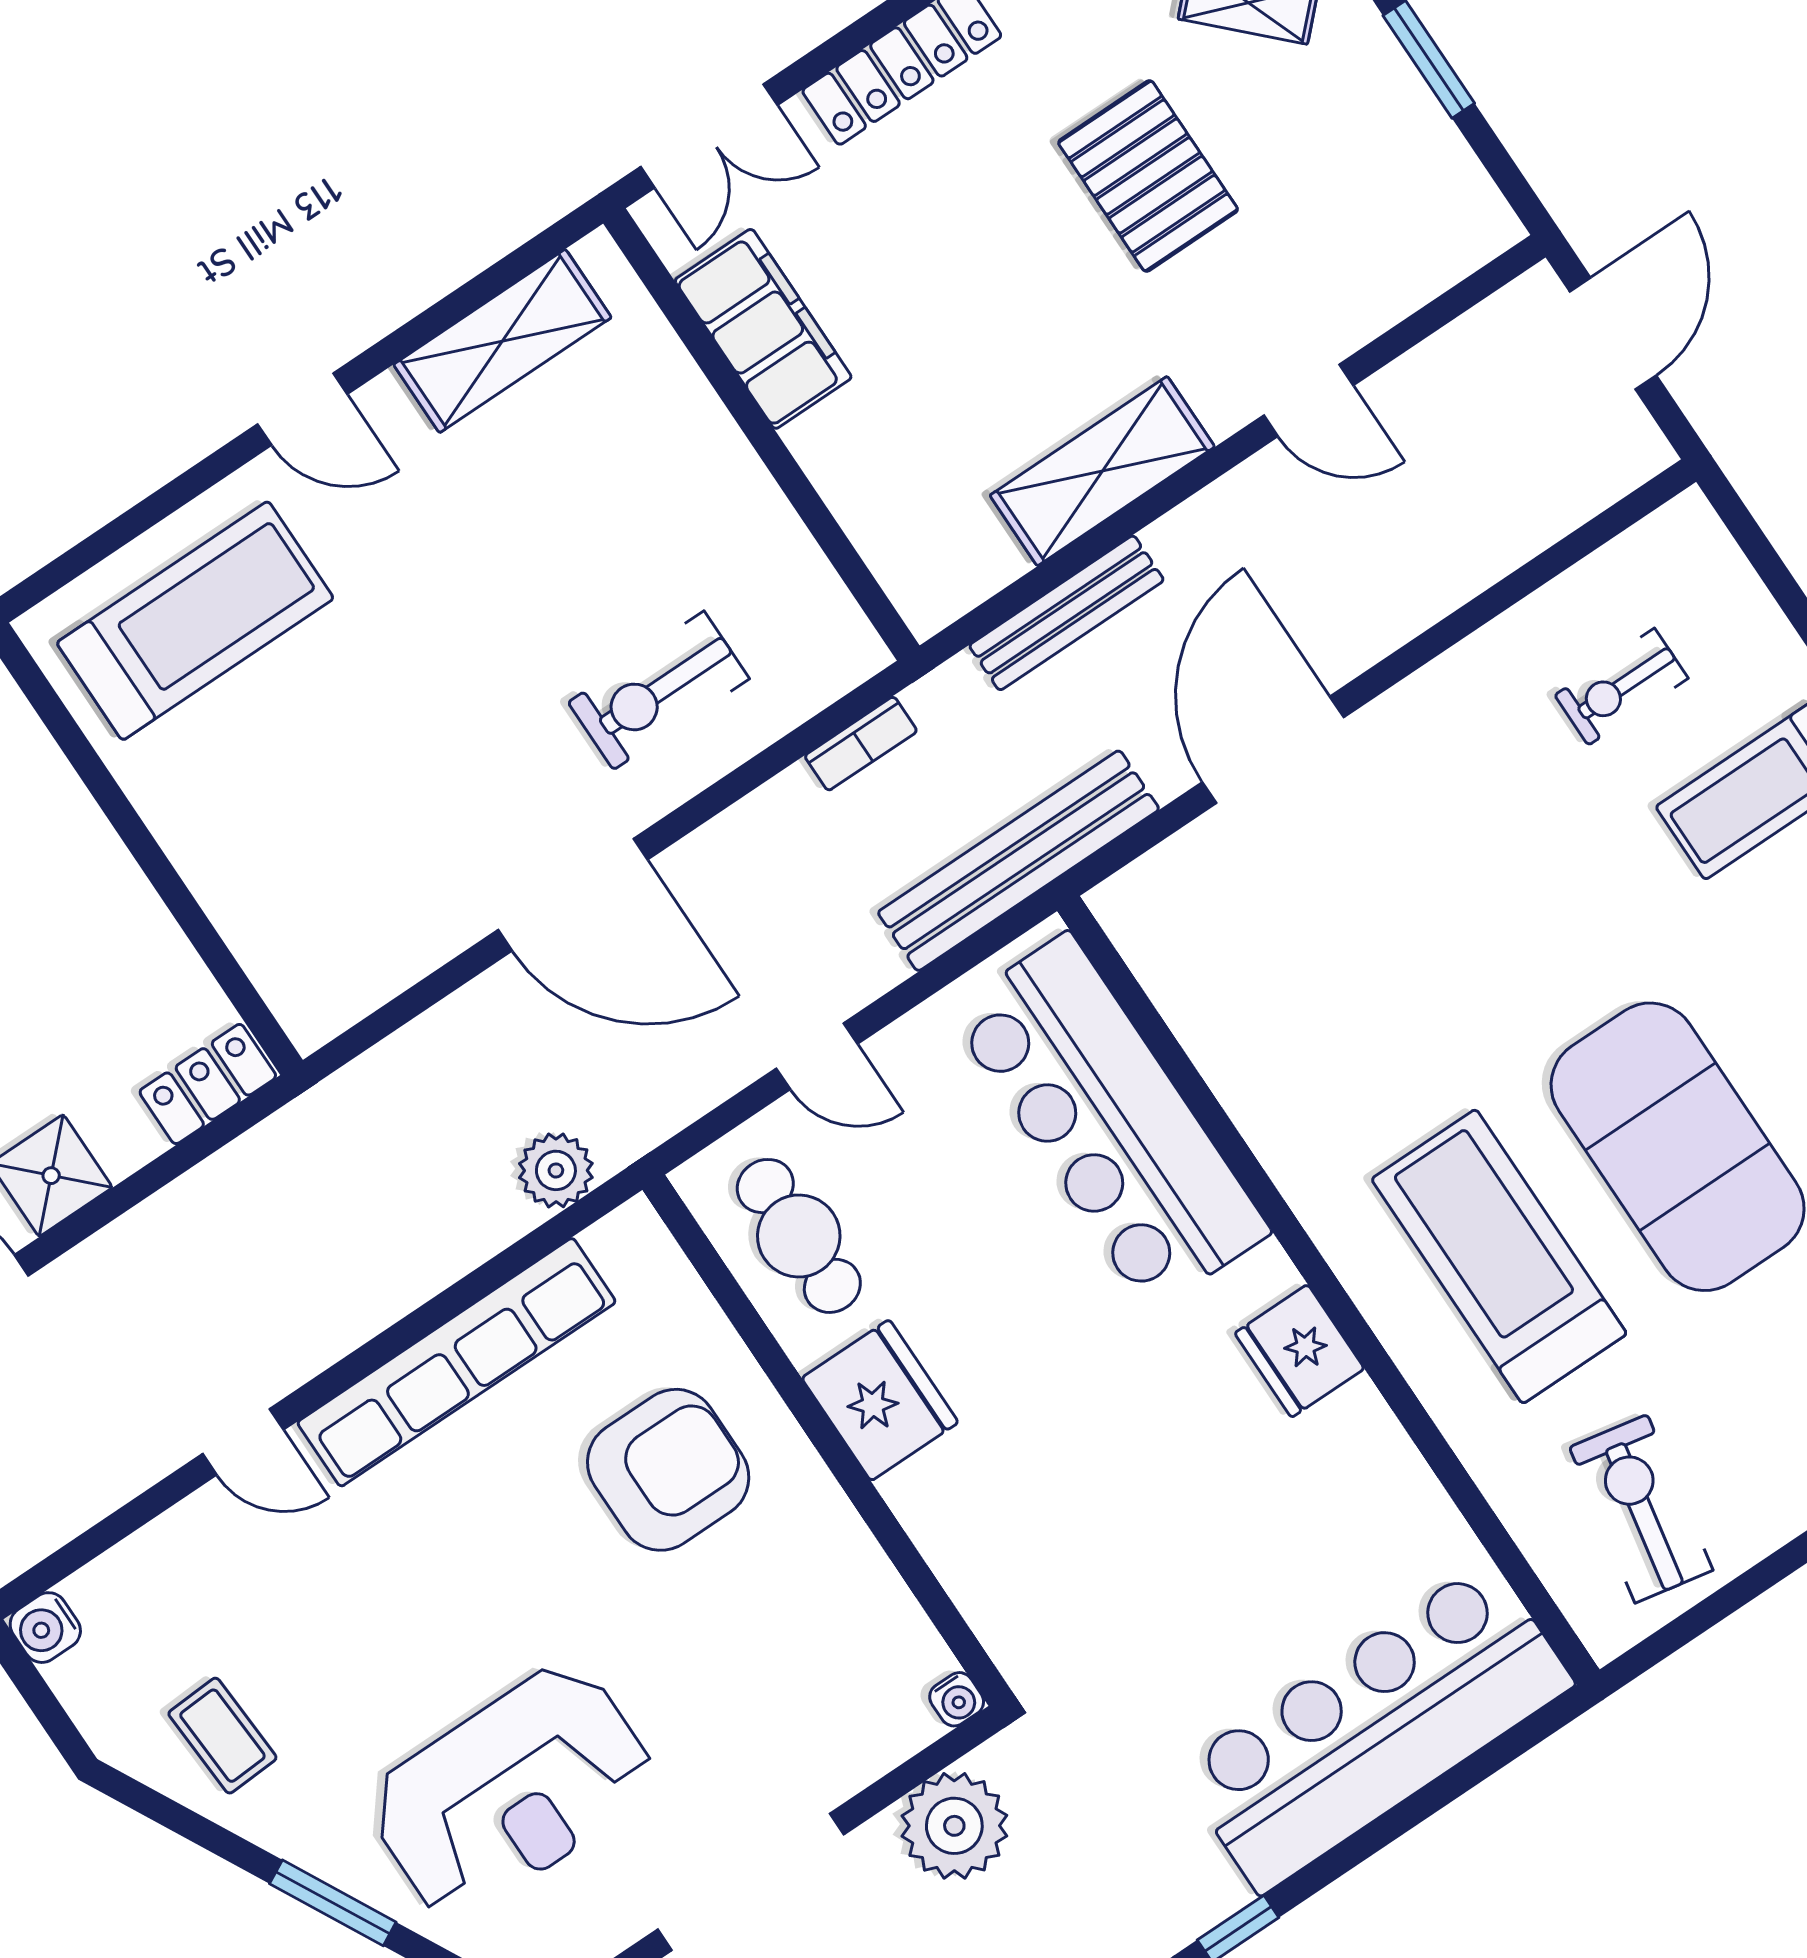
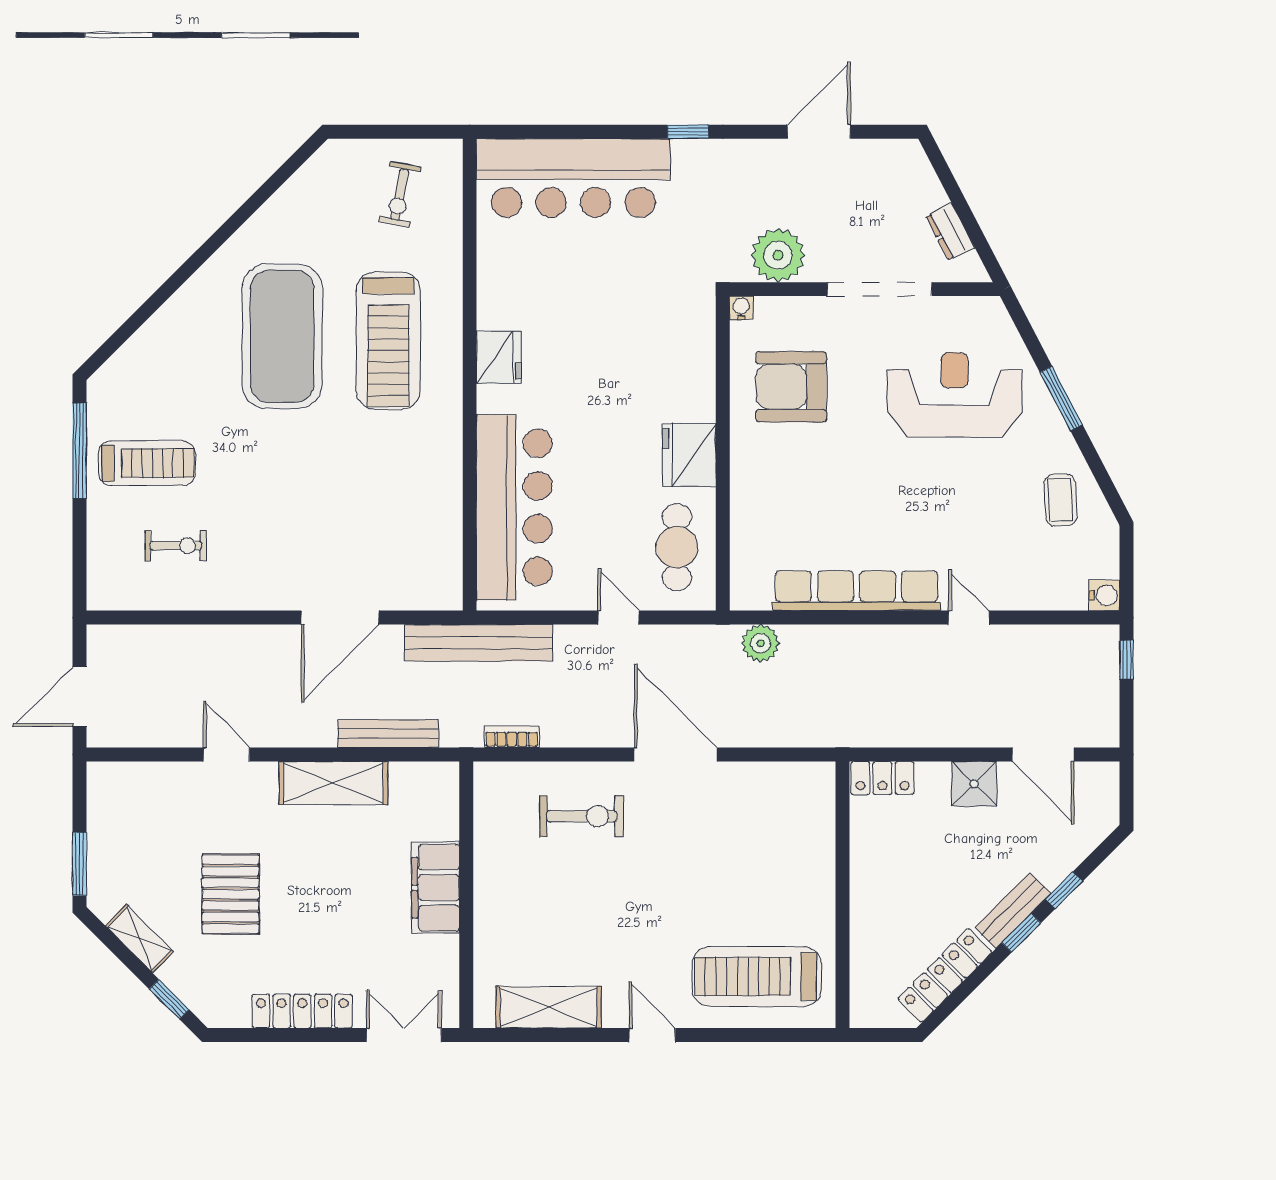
filing cabinet: (763, 329) -> (436, 888), moved
armchair: (668, 1470) -> (791, 387), moved
exercise bike: (1641, 1509) -> (400, 194), width x0.73, depth x0.72

